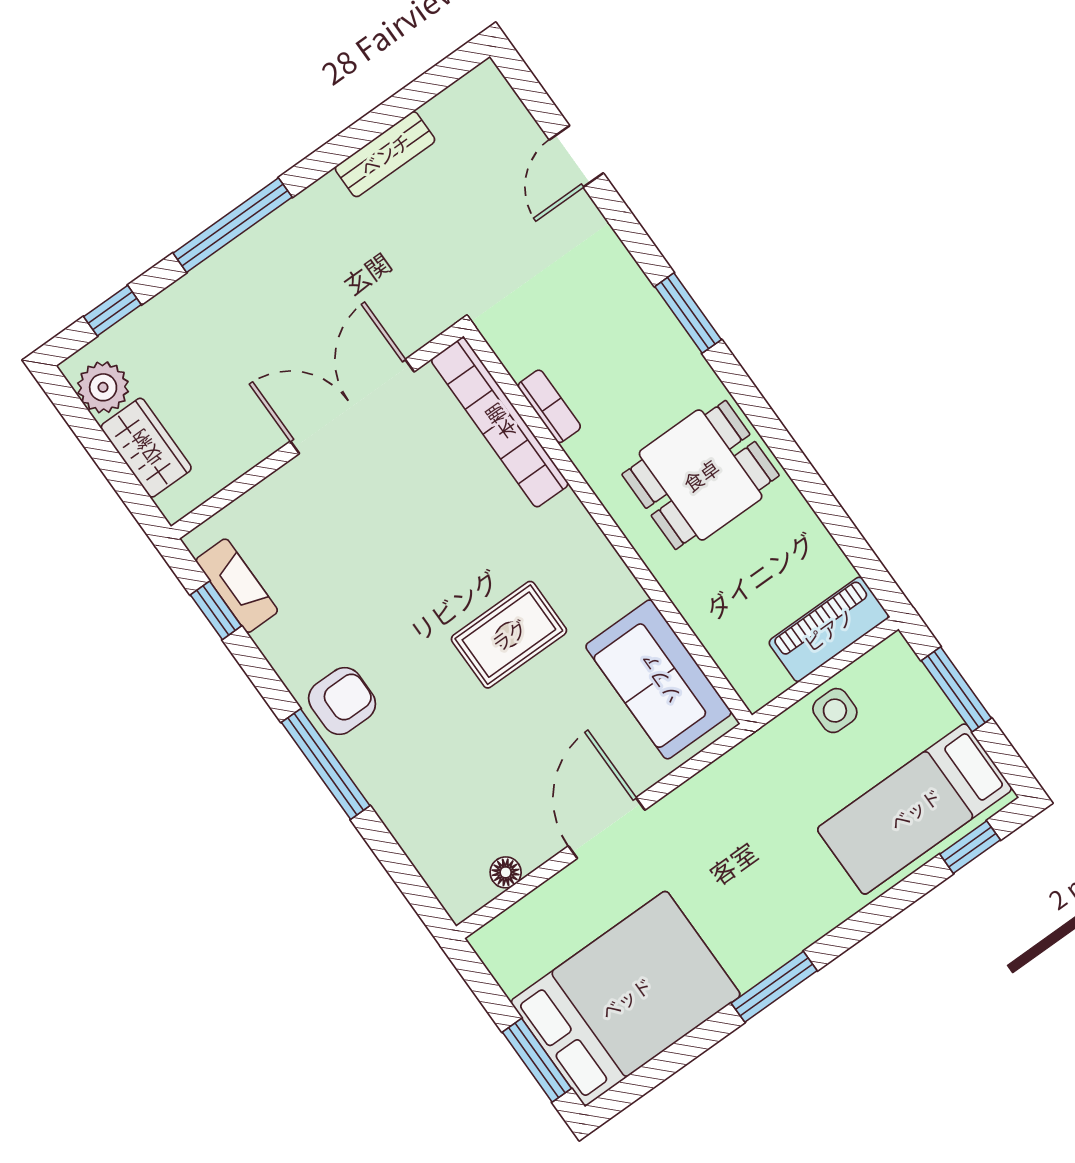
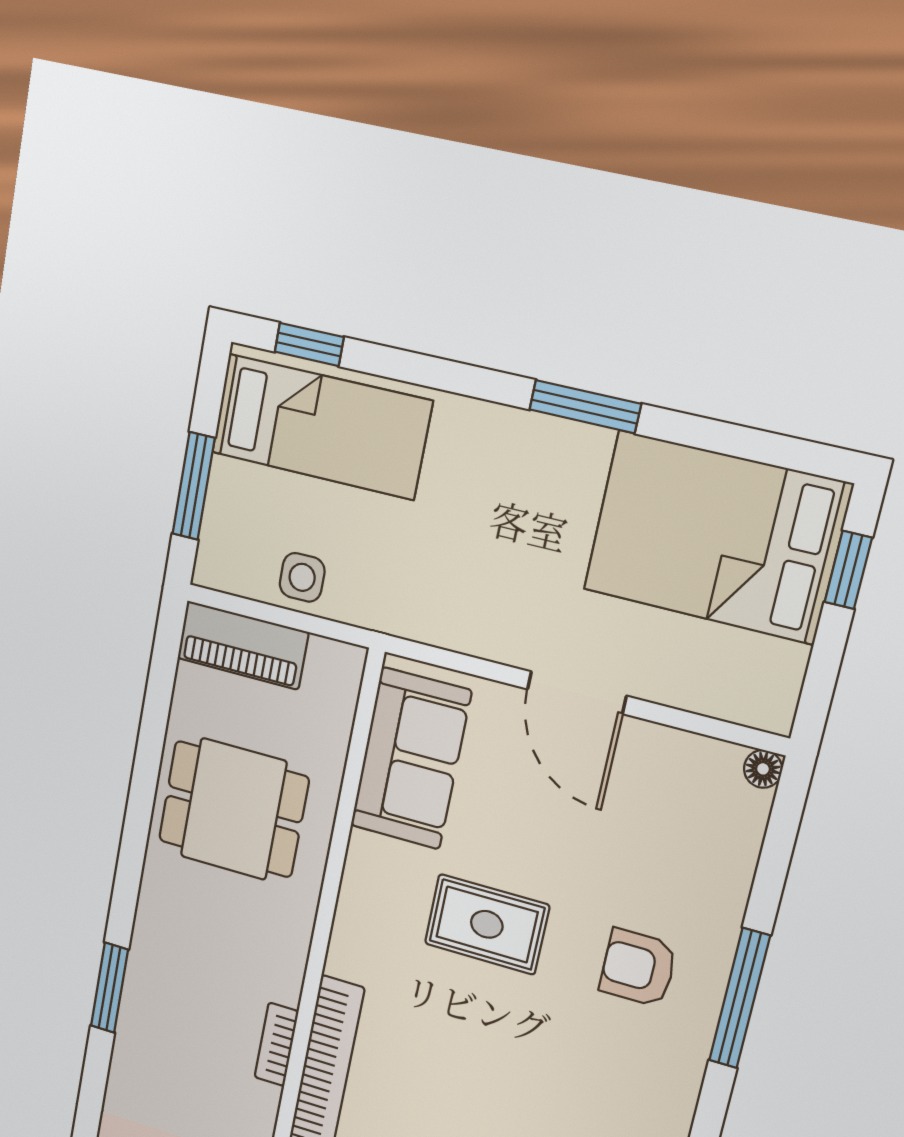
dining table: (701, 475) -> (233, 809), moved
armchair: (342, 701) -> (638, 968), moved
door: (607, 828) -> (577, 693), hinge flipped
floor lamp: (506, 872) -> (763, 769), moved
window: (537, 1060) -> (848, 570), width x0.67

